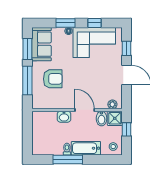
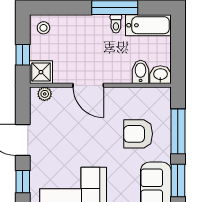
washbasin: (64, 117) -> (160, 75), moved
bidet: (101, 118) -> (141, 72), moved
bathtub: (86, 148) -> (148, 25), moved

